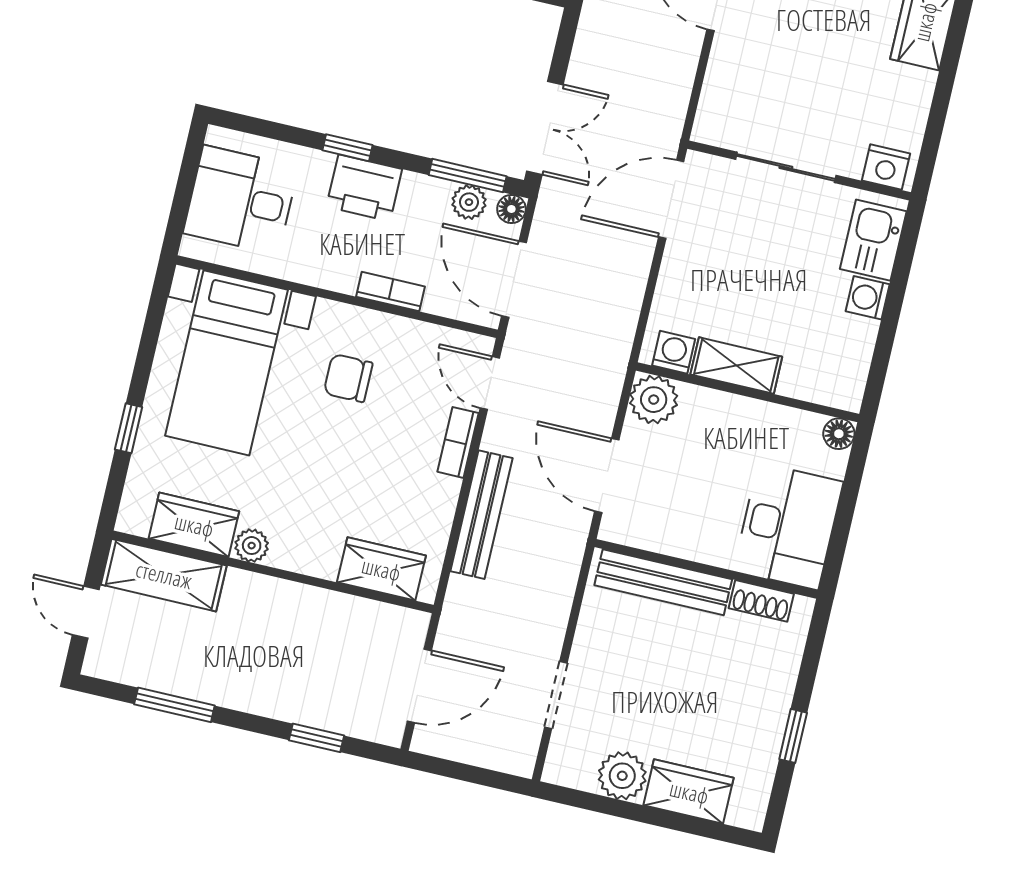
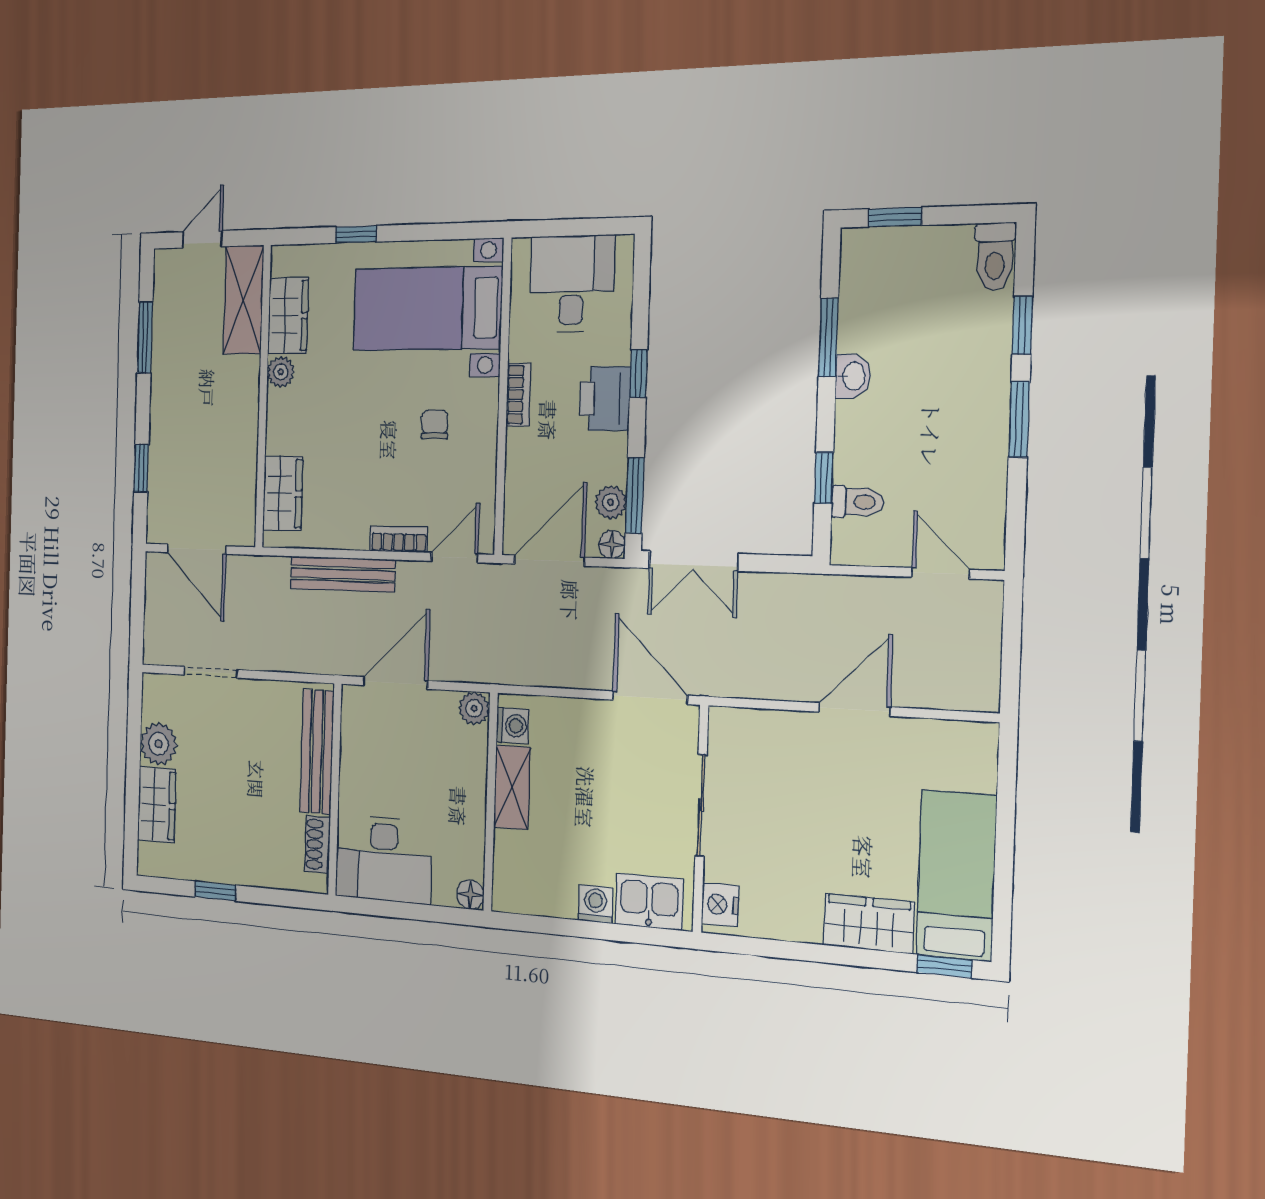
bookcase: (391, 292) -> (518, 395), moved
chair: (348, 378) -> (435, 425), width x0.73, depth x0.73
plant: (654, 400) -> (474, 708), width x0.73, depth x0.73

